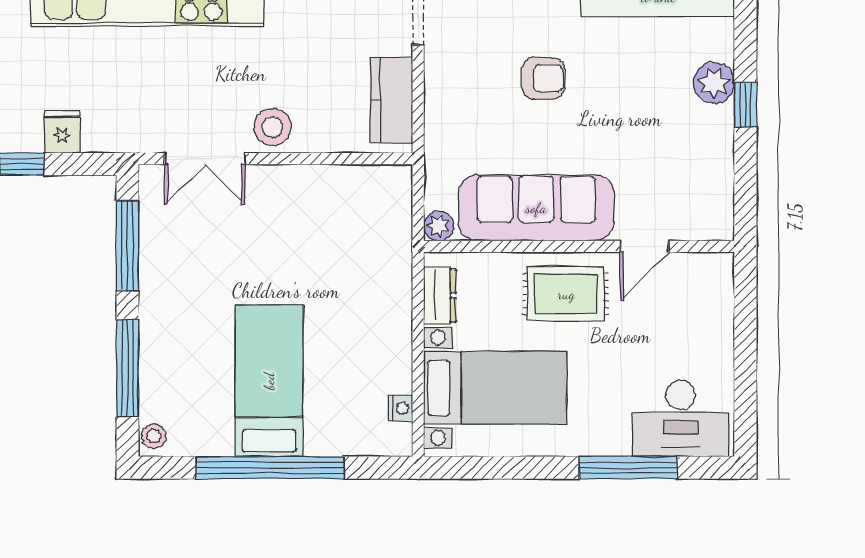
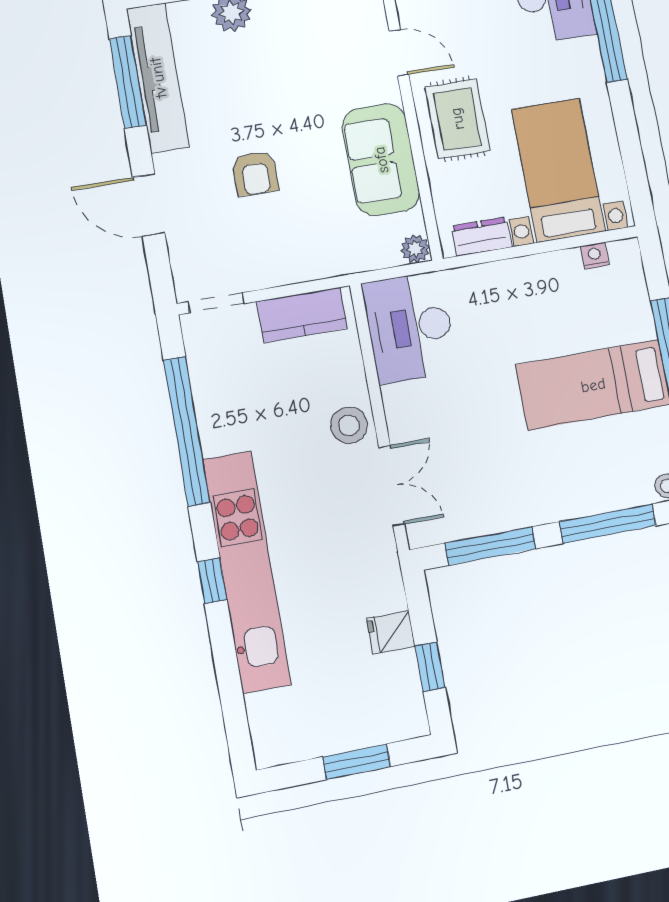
armchair: (543, 78) -> (255, 173), turned 180
desk: (360, 206) -> (410, 327), added
sofa: (536, 208) -> (381, 160), width x0.73

